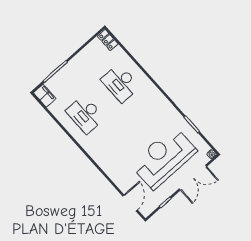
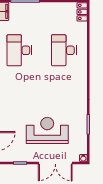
reception desk: (164, 158) -> (47, 130), width x0.74, depth x0.77

